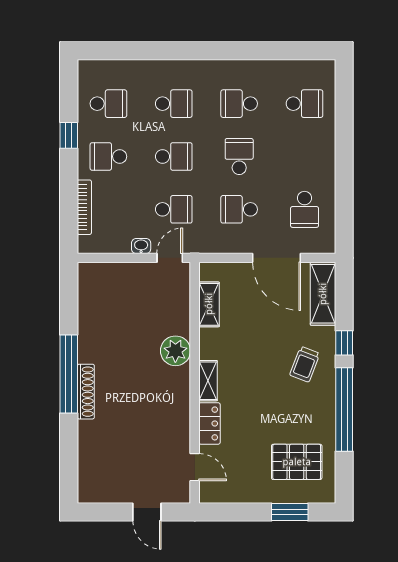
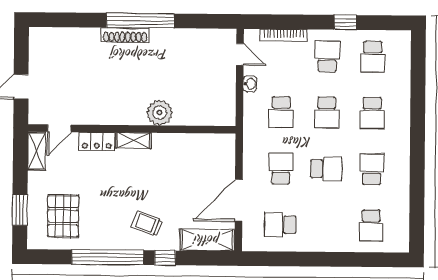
door: (170, 258) -> (240, 54), moved
shelving: (209, 304) -> (37, 151), moved, turned 90

